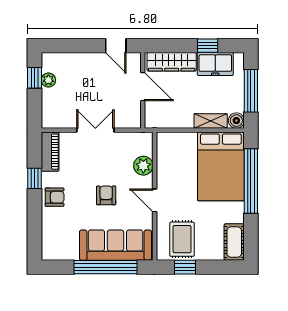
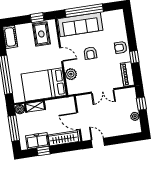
window: (34, 78) -> (141, 104), moved
bed: (221, 166) -> (44, 85), moved, turned -90

